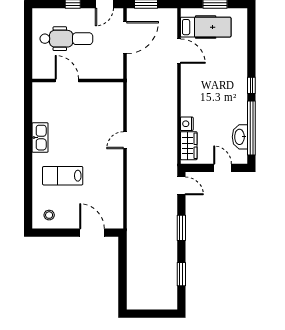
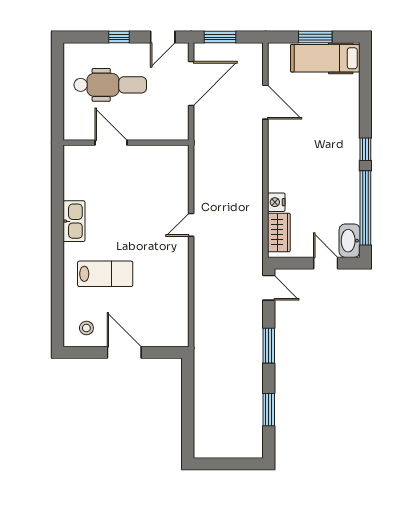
hospital bed: (206, 27) -> (325, 58), moved, turned 180
washbasin: (240, 137) -> (350, 241), moved
lab bench: (63, 176) -> (105, 274), turned 180
door: (92, 233) -> (124, 352), moved

